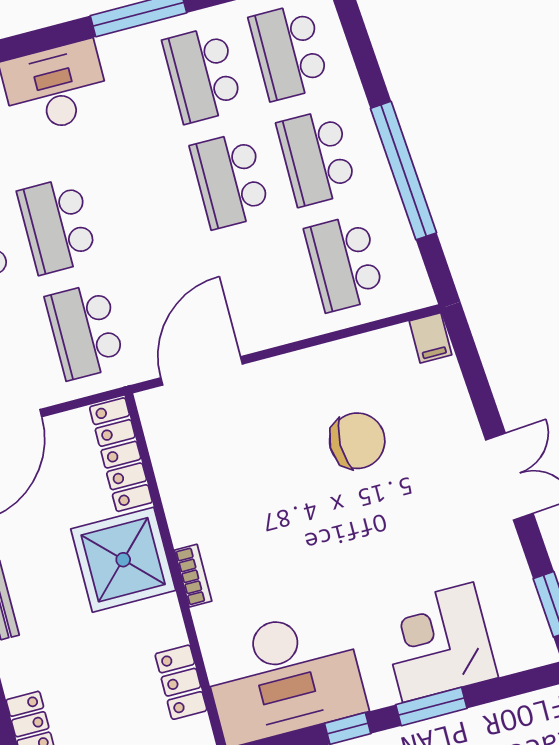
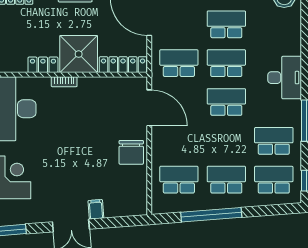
school desk: (230, 180) -> (226, 102), moved
filing cabinet: (430, 338) -> (96, 209), moved, turned 86
chair: (357, 441) -> (131, 152), moved
locker: (181, 682) -> (43, 65), moved

